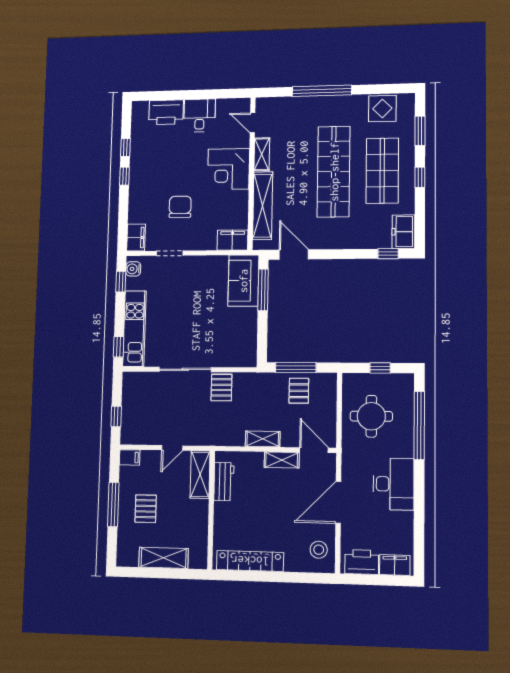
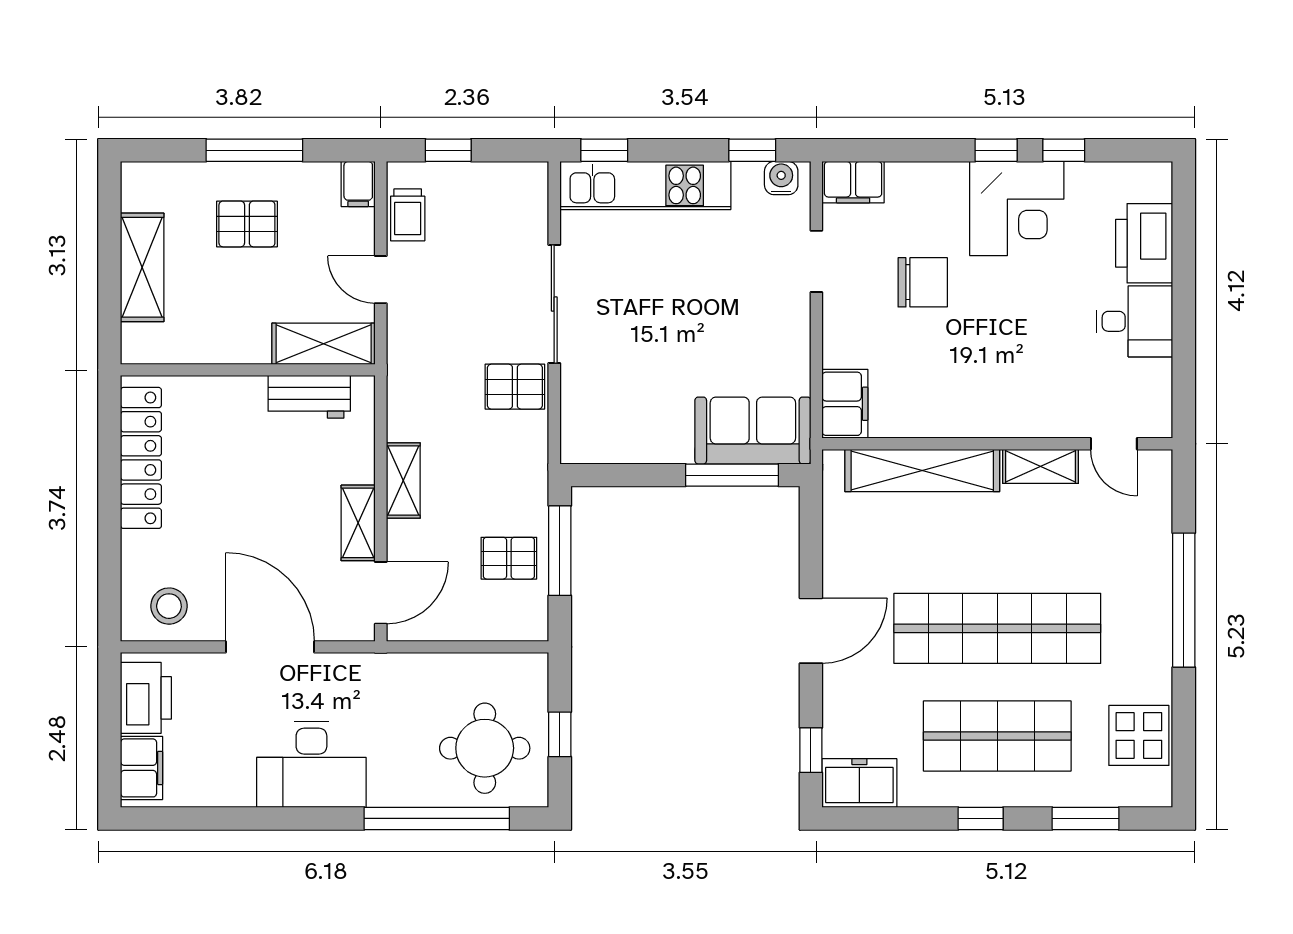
door: (253, 123) -> (1114, 444), swing flipped
corner desk: (228, 169) -> (1017, 208), moved, turned 180
door: (294, 254) -> (811, 631), moved
round table: (371, 416) -> (485, 748), moved
trolley: (144, 435) -> (408, 215), added

